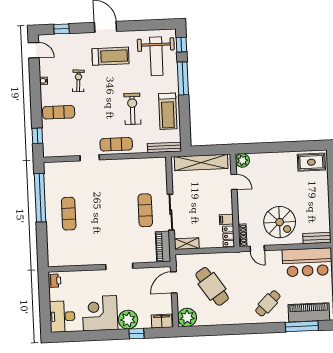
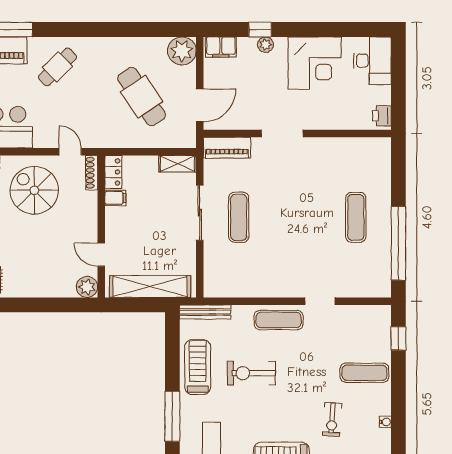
exercise bike: (132, 109) -> (251, 373), turned 90
piano: (163, 247) -> (227, 148), moved, turned 90
plant: (128, 320) -> (265, 45), width x0.53, depth x0.53

